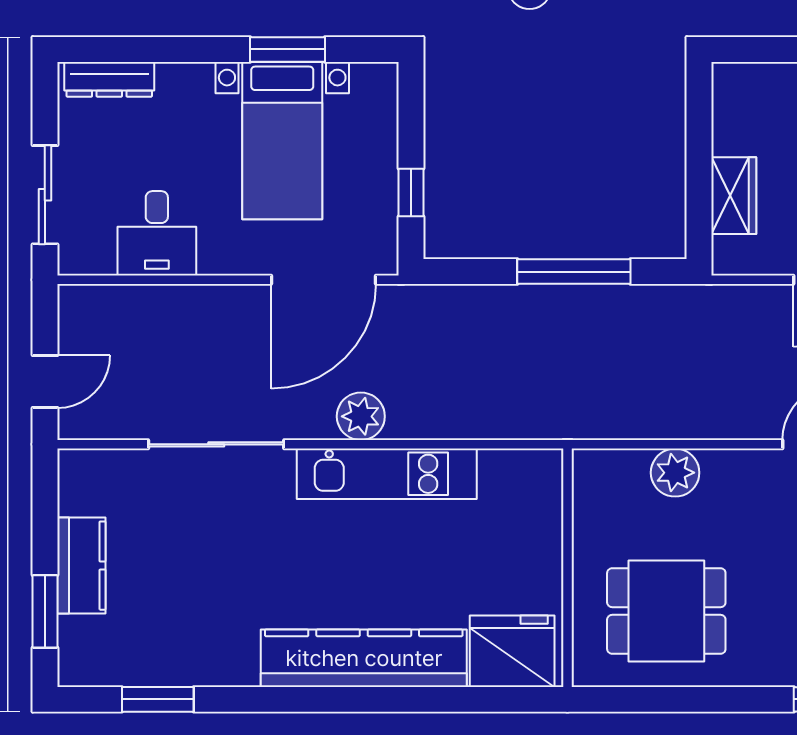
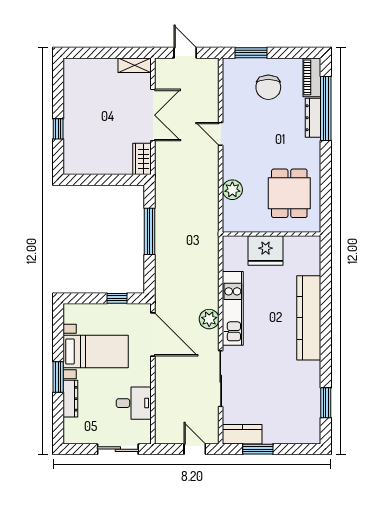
window: (288, 49) -> (58, 377), moved
dresser: (109, 79) -> (70, 399), moved
wardrobe: (734, 196) -> (142, 159), moved, turned -90
kitchen counter: (81, 566) -> (242, 434), moved
window: (45, 611) -> (258, 449), moved
fridge: (512, 651) -> (266, 250), moved, turned -90

